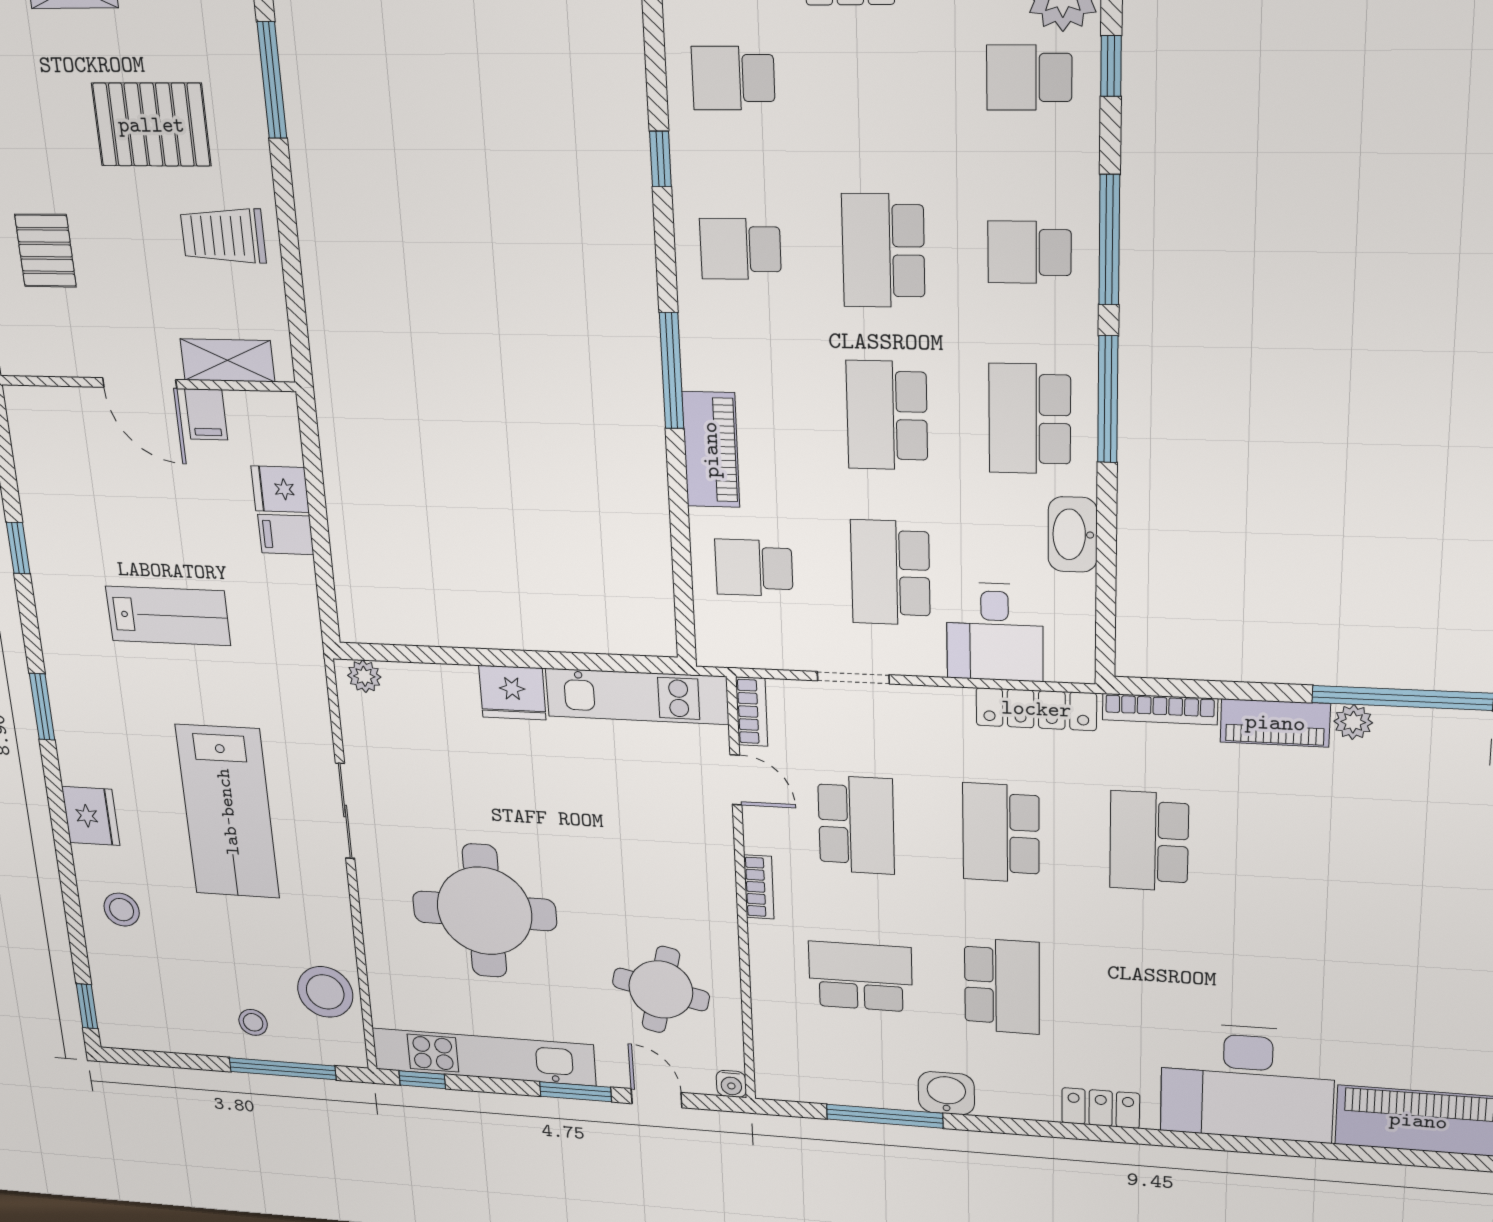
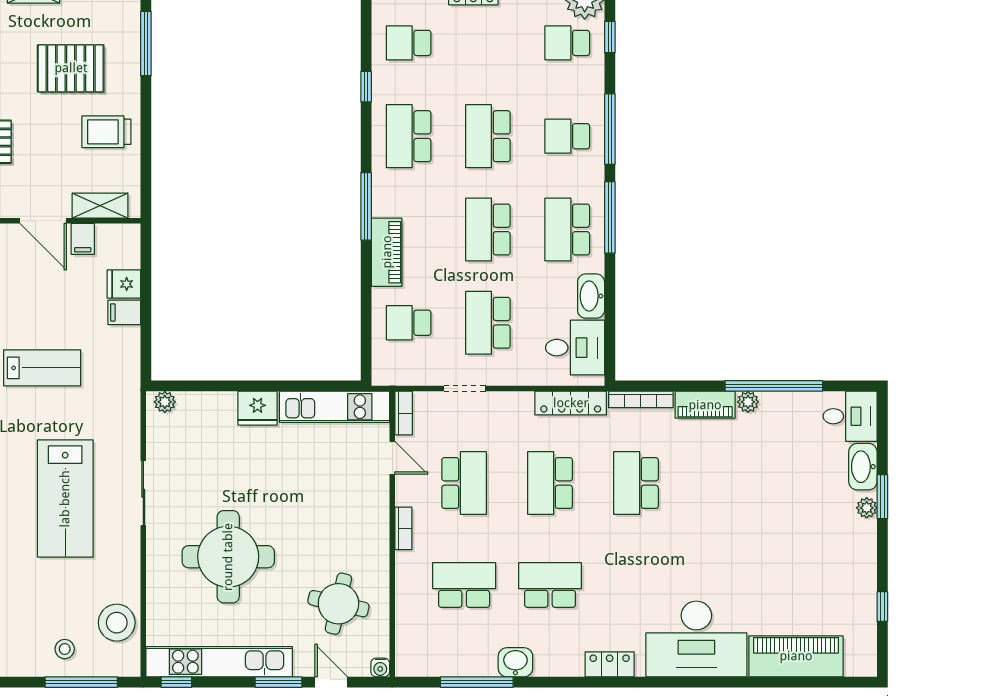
school desk: (740, 249) -> (409, 136), width x1.85
desk: (995, 632) -> (575, 348), moved, turned -90
school desk: (1002, 986) -> (550, 585), turned -90

